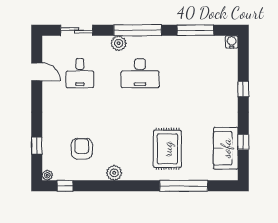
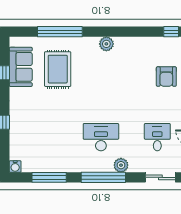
armchair: (82, 149) -> (166, 77), moved
rug: (167, 149) -> (58, 69), moved
plant: (114, 173) -> (106, 44), moved

